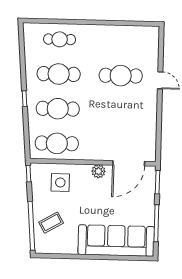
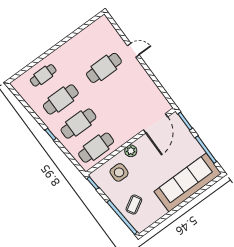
plant: (98, 171) -> (131, 151), moved

